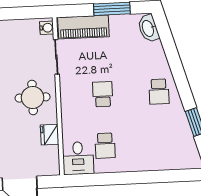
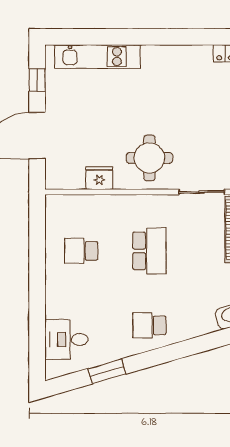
school desk: (103, 94) -> (149, 251), width x1.85
desk: (78, 158) -> (66, 339), moved

